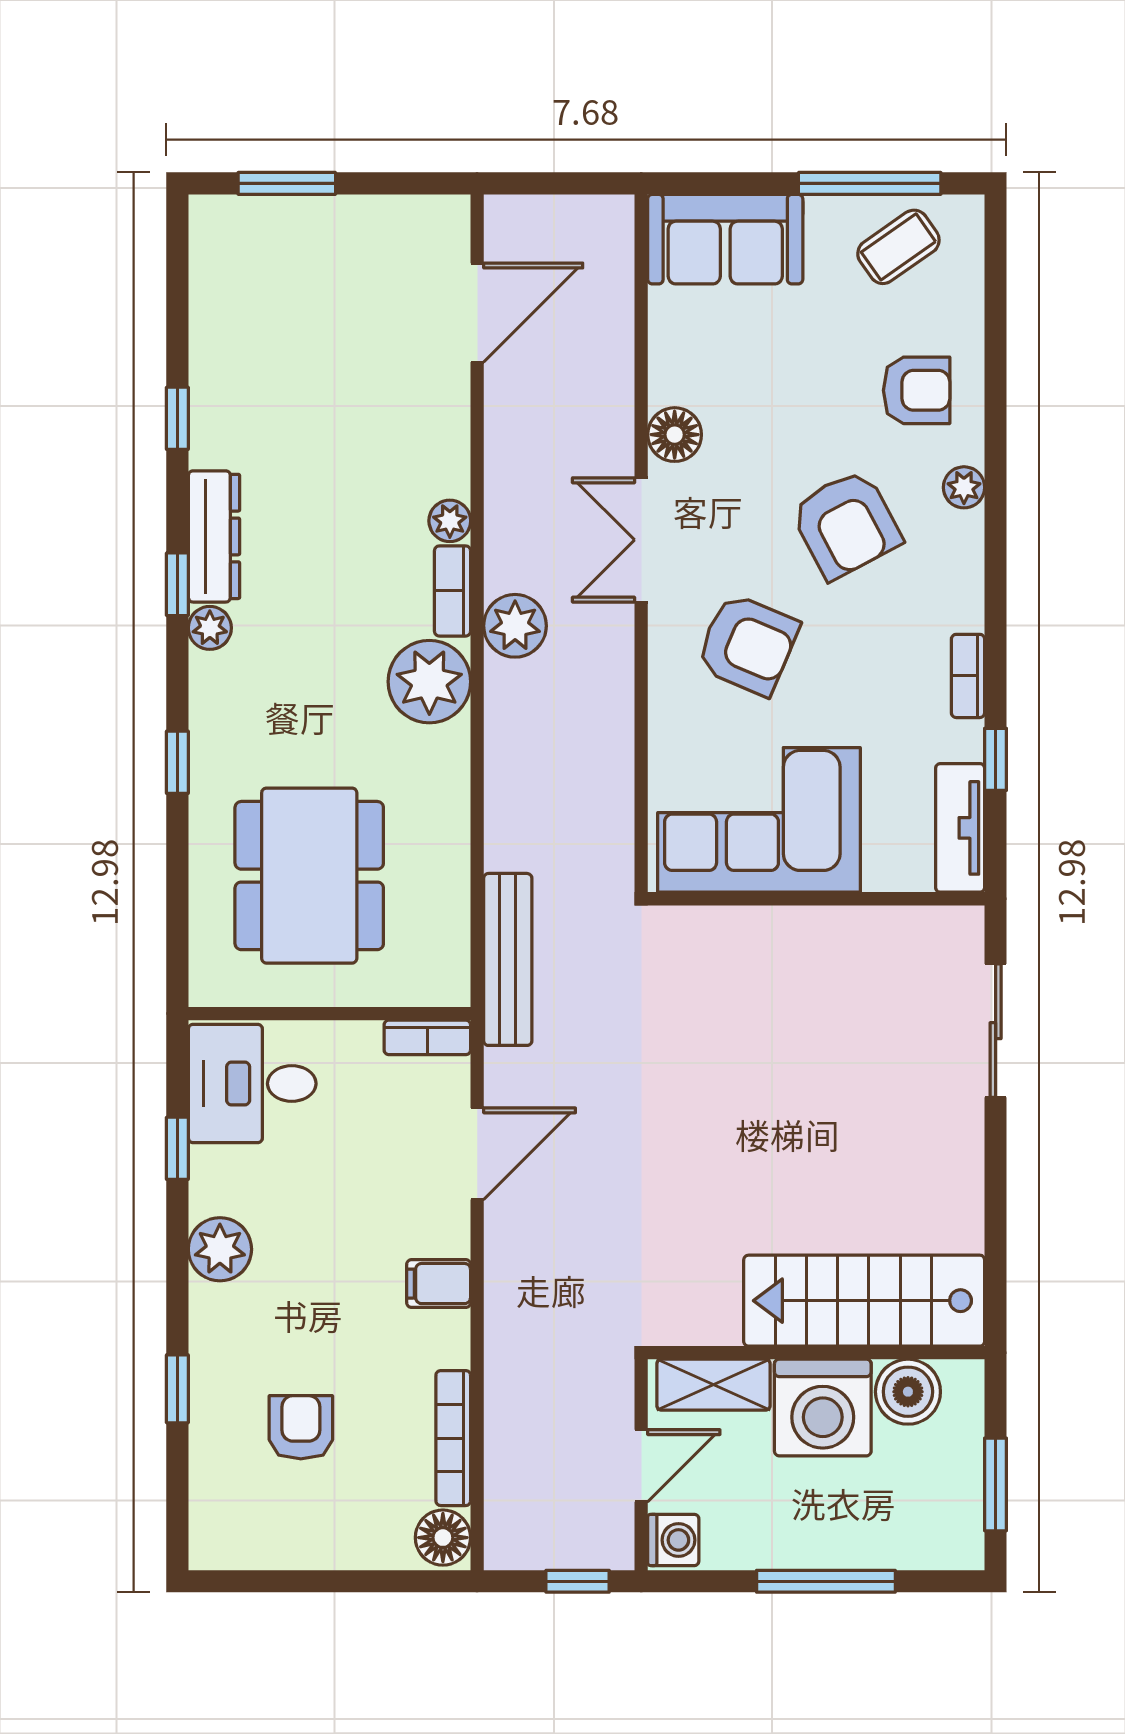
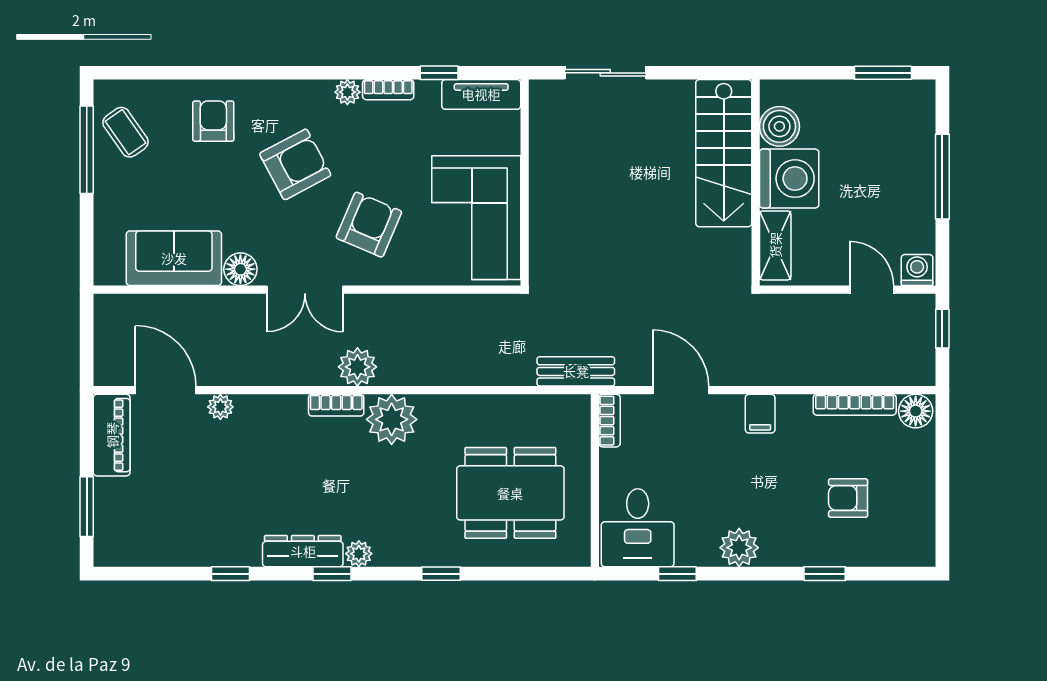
piano: (404, 224) -> (112, 435), added
sofa: (725, 239) -> (174, 258), moved, turned -90
plant: (964, 487) -> (347, 92), moved
plant: (450, 521) -> (220, 407), moved
bench: (508, 959) -> (576, 371), width x0.73
stairs: (864, 1301) -> (724, 153), moved
wall: (816, 1353) -> (756, 183), moved
shelving: (713, 1385) -> (775, 245), moved
boiler: (908, 1392) -> (779, 126), moved
washing machine: (823, 1408) -> (789, 179), moved

